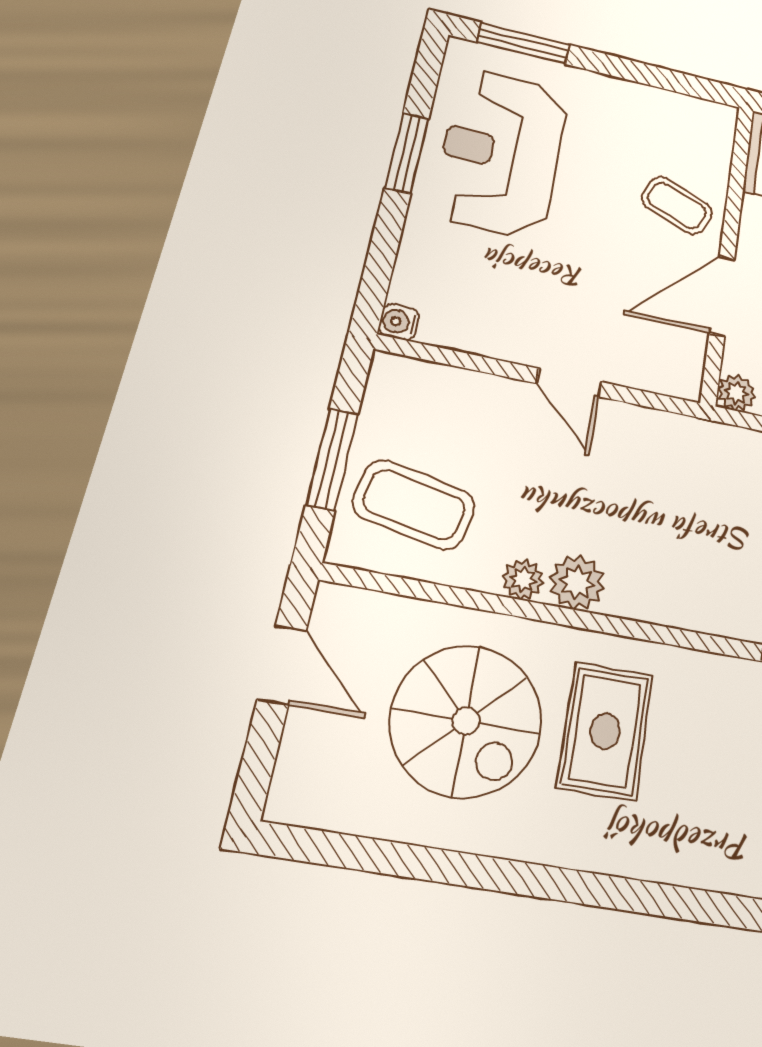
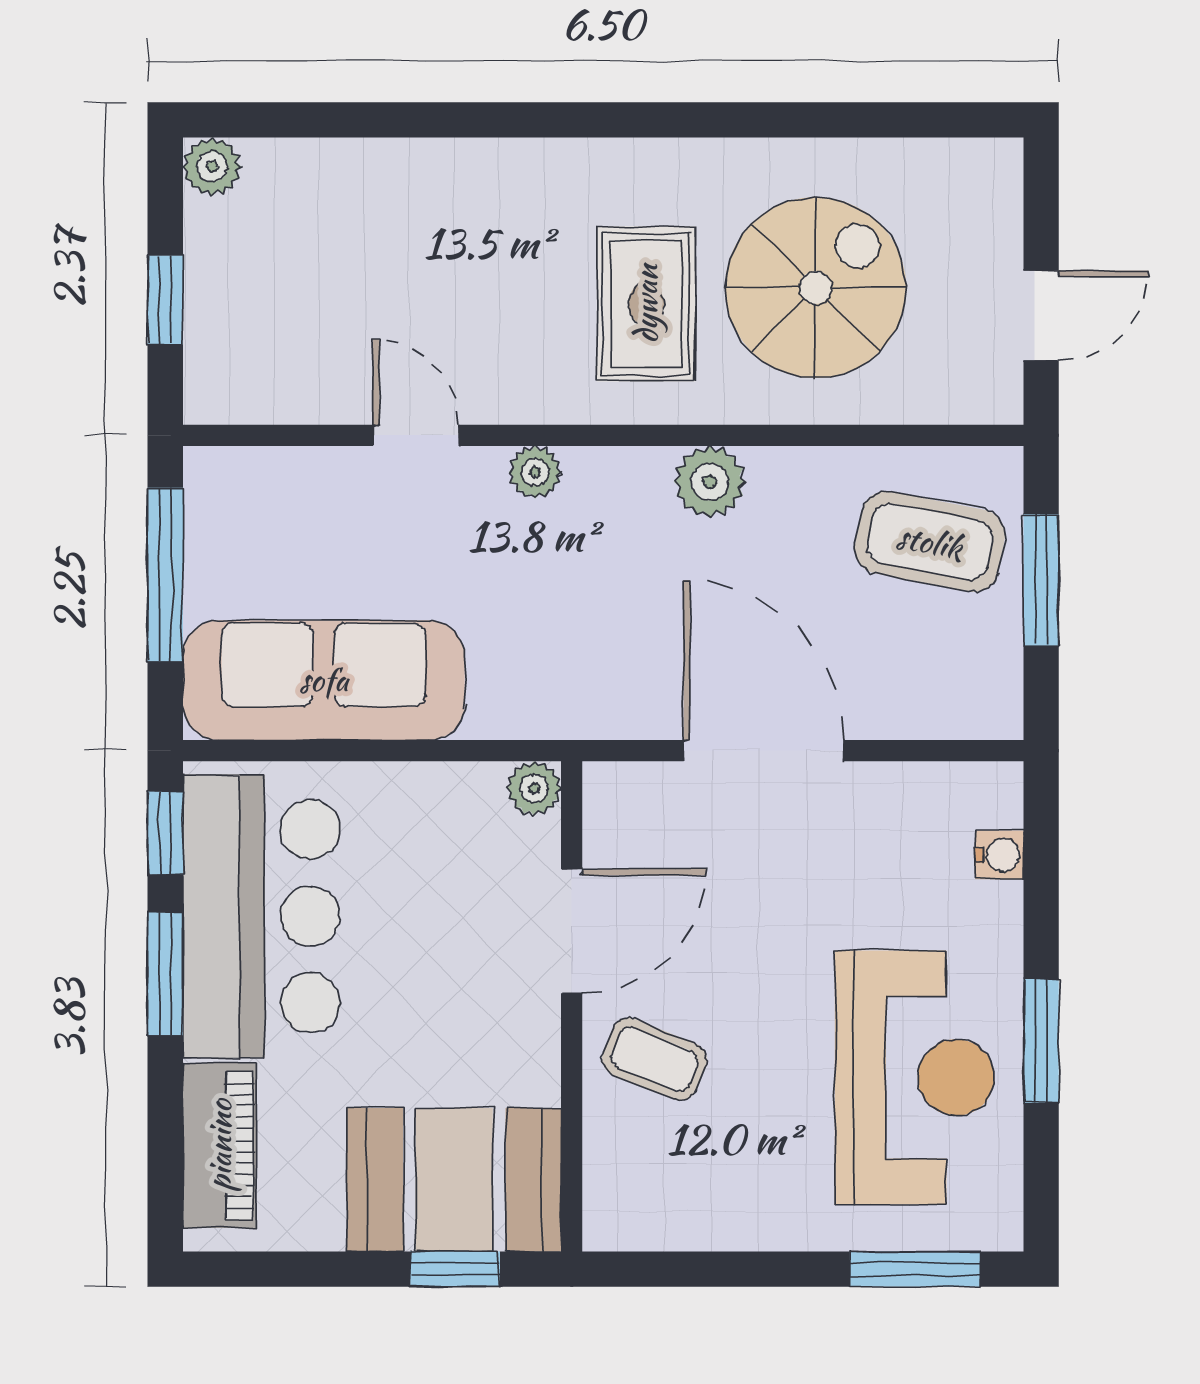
water cooler: (399, 322) -> (999, 855), moved
door: (569, 383) -> (764, 751), width x1.88
plant: (523, 580) -> (535, 472), moved
door: (282, 665) -> (1041, 315), swing flipped
spiral stairs: (466, 721) -> (816, 288), turned 90

